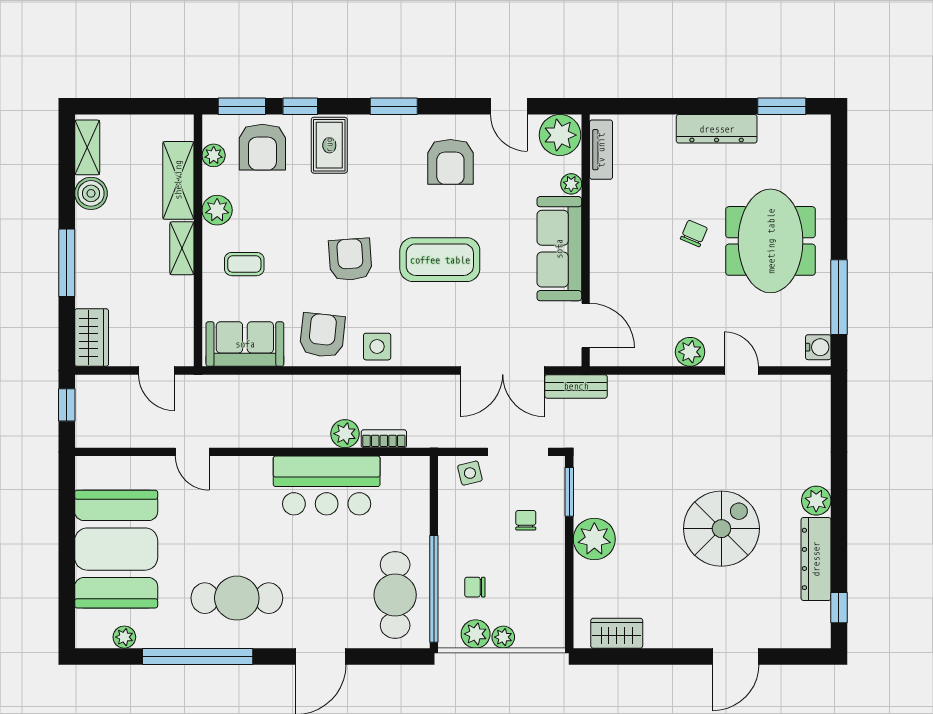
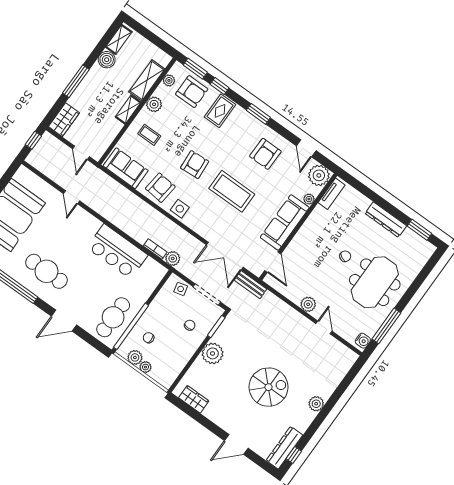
armchair: (262, 147) -> (192, 92), turned -90
plant: (345, 434) -> (173, 258), moved
dresser: (816, 559) -> (284, 448), moved

